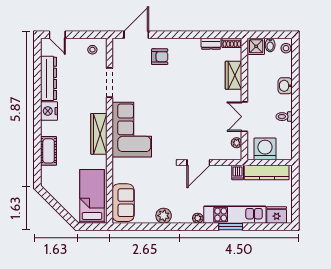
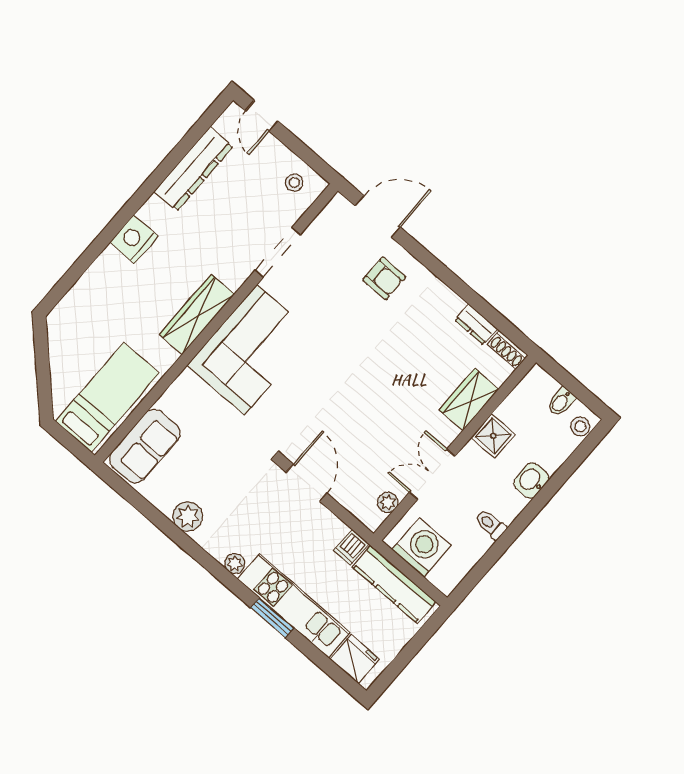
shower: (256, 46) -> (493, 436), moved
nightstand: (49, 111) -> (134, 239), moved
cot: (49, 151) -> (101, 275), removed
door: (198, 162) -> (307, 483), swing flipped

